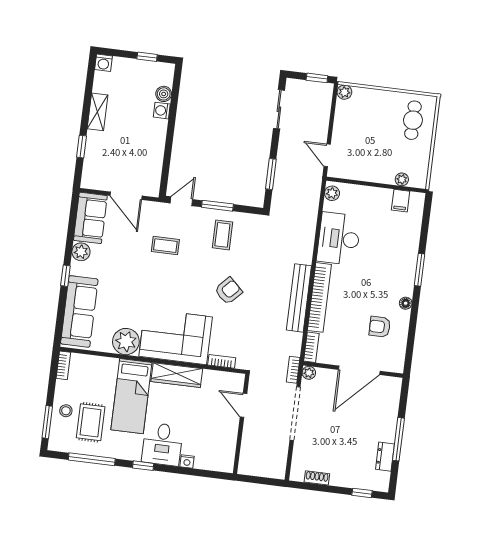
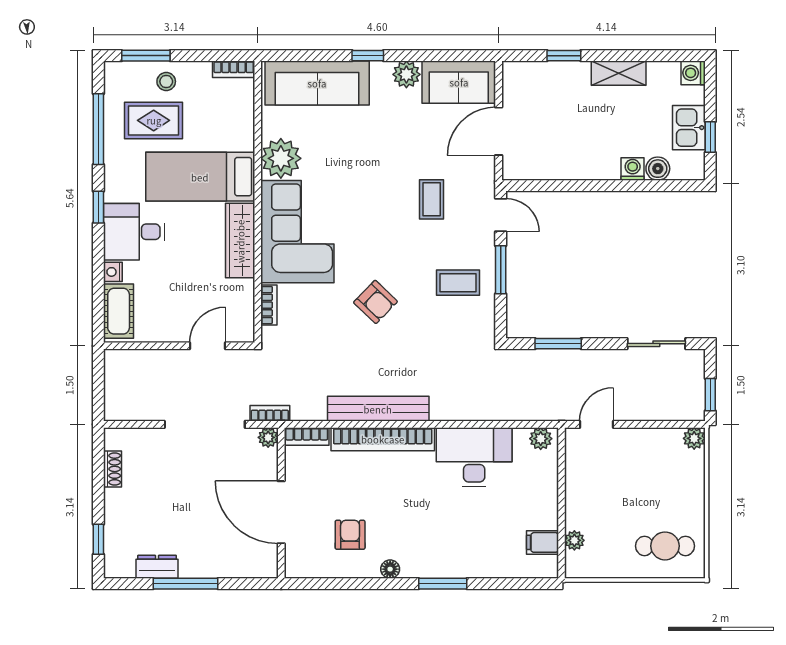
kitchen sink: (139, 70) -> (689, 128), added
cot: (213, 461) -> (119, 311), added

